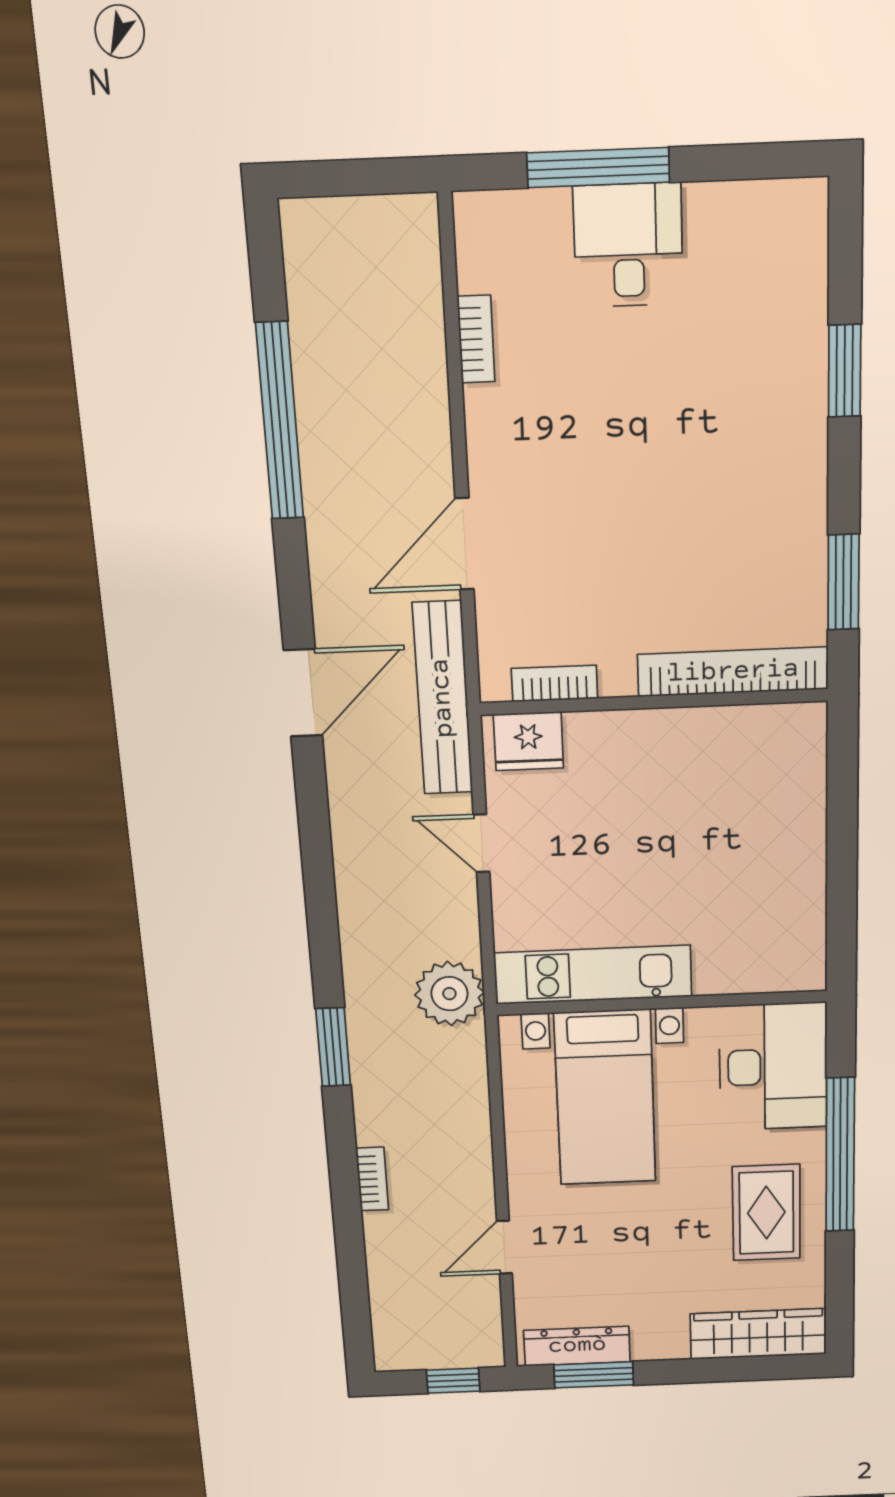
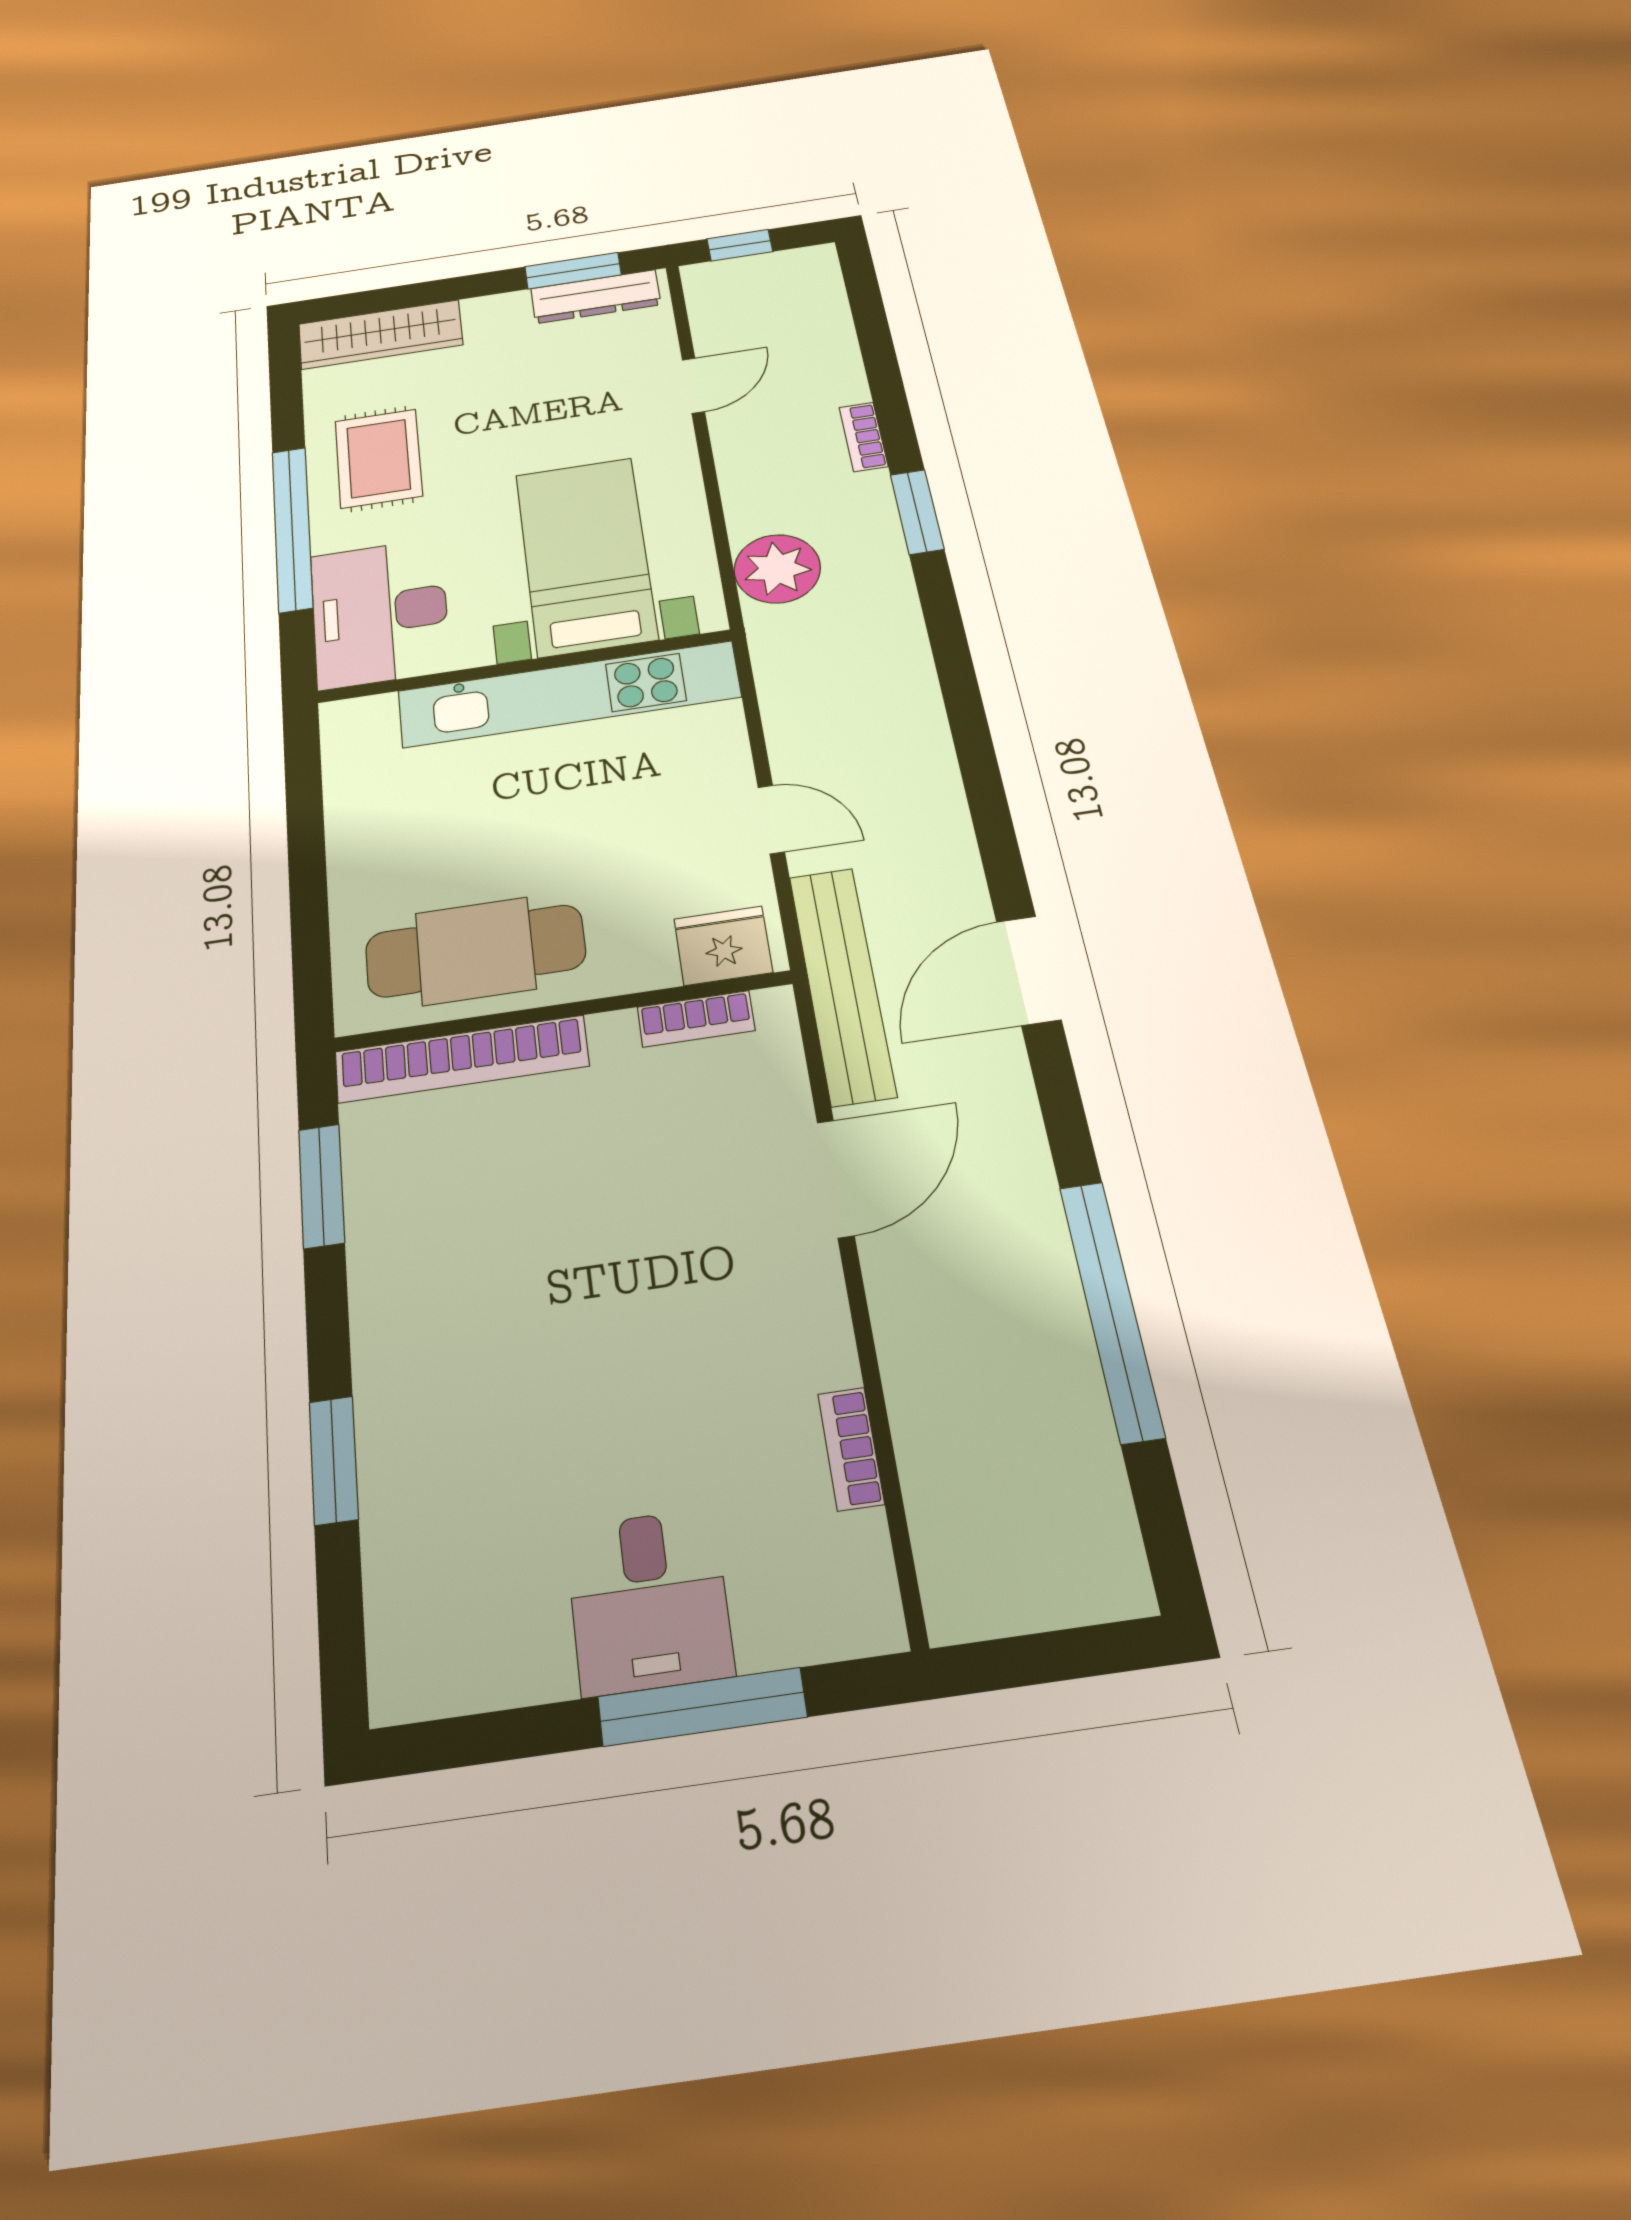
cafe table: (717, 760) -> (475, 951), added
kitchen unit: (593, 975) -> (568, 694), width x1.36
plant: (449, 994) -> (777, 569), moved
window: (333, 1047) -> (917, 512), moved

